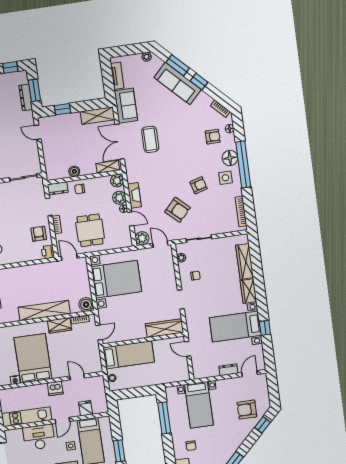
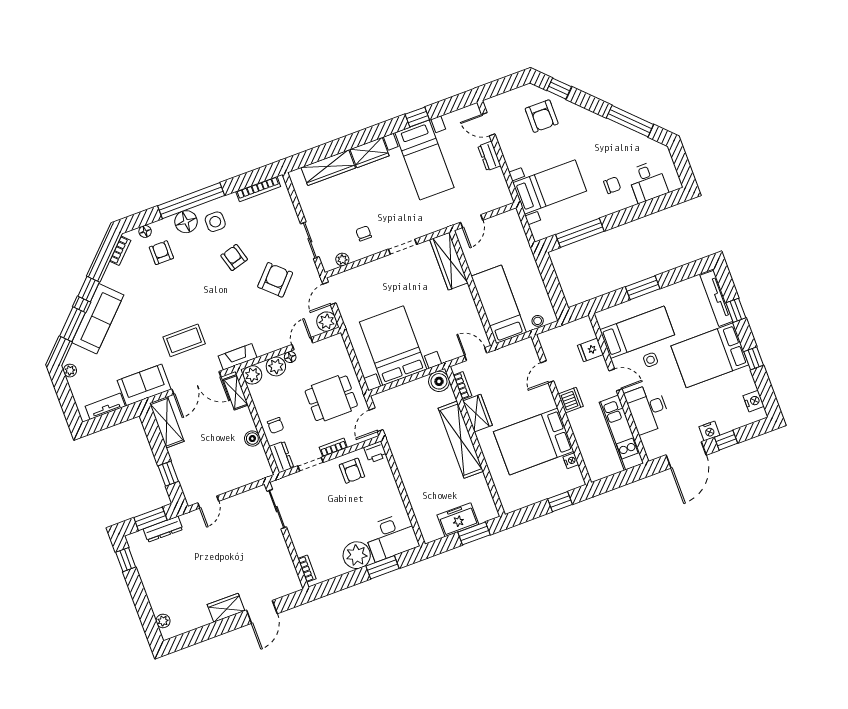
fireplace: (134, 195) -> (238, 357), moved
armchair: (39, 234) -> (352, 471), turned -90

